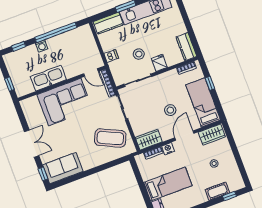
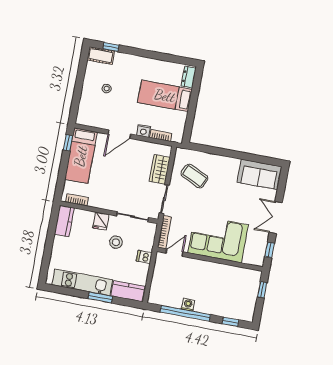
washing machine: (42, 46) -> (188, 305), moved
door: (91, 73) -> (174, 253), hinge flipped
kitchen sink: (48, 78) -> (220, 272), removed
window: (210, 83) -> (68, 143), moved
stool: (170, 110) -> (118, 168), removed
wardrobe: (212, 135) -> (92, 119), removed
coffee table: (110, 138) -> (194, 176), width x0.73, depth x0.76
wardrobe: (149, 140) -> (160, 169), moved, turned 90
window: (43, 174) -> (270, 250), moved
cot: (217, 191) -> (101, 56), moved

